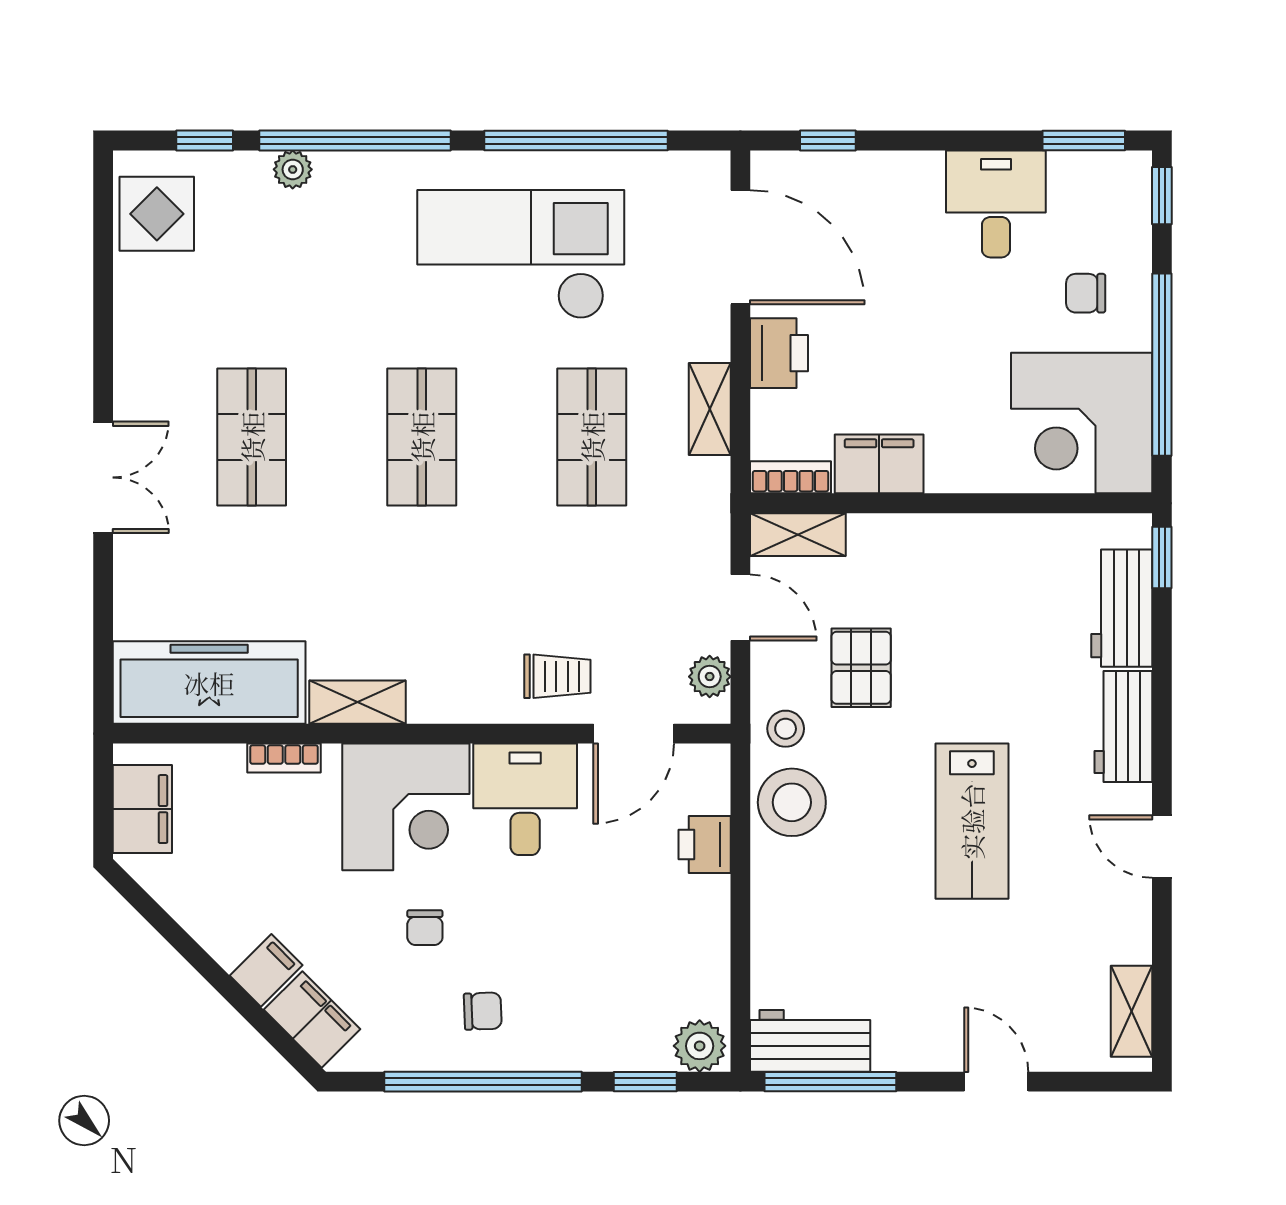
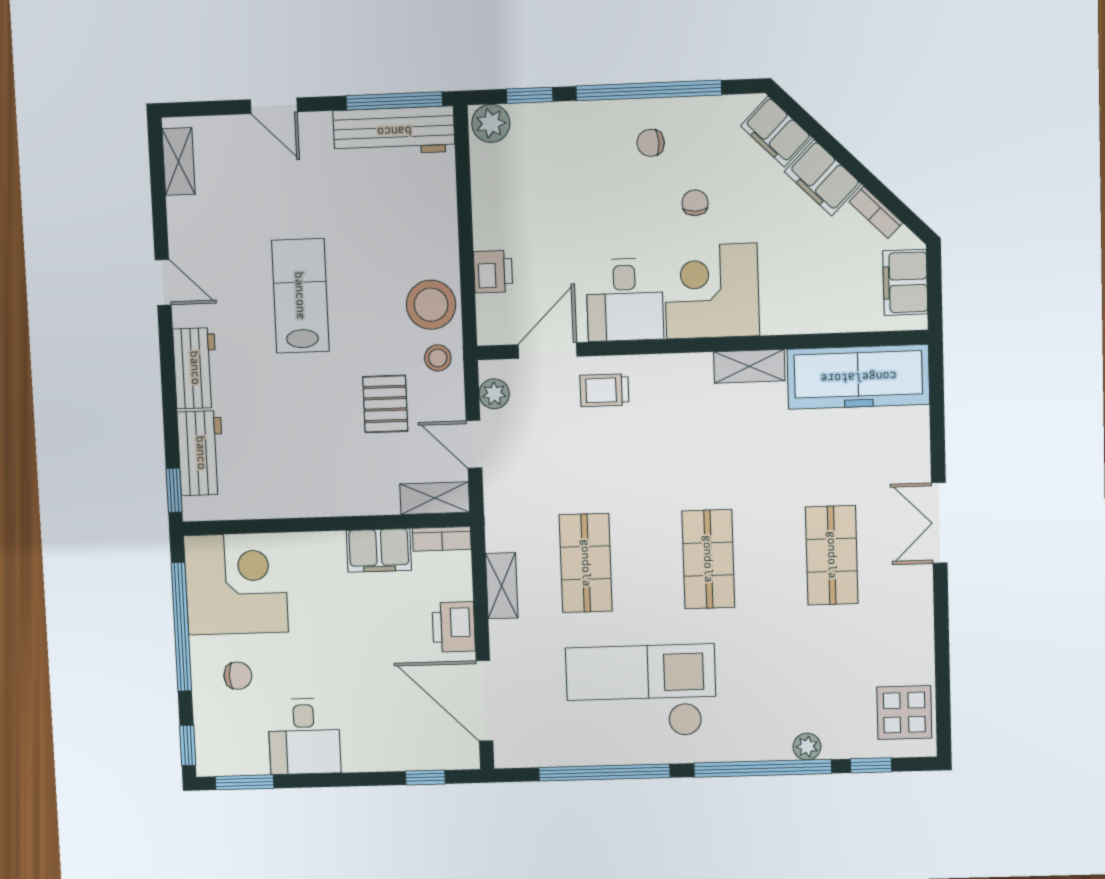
checkout: (521, 254) -> (641, 691), turned 180
bookcase: (284, 758) -> (876, 212), moved, turned -135
filing cabinet: (266, 970) -> (823, 178), width x2.00
workbench: (810, 1041) -> (394, 131), width x1.37

